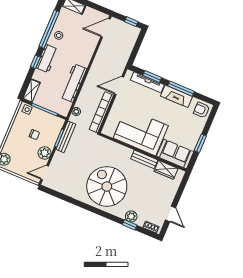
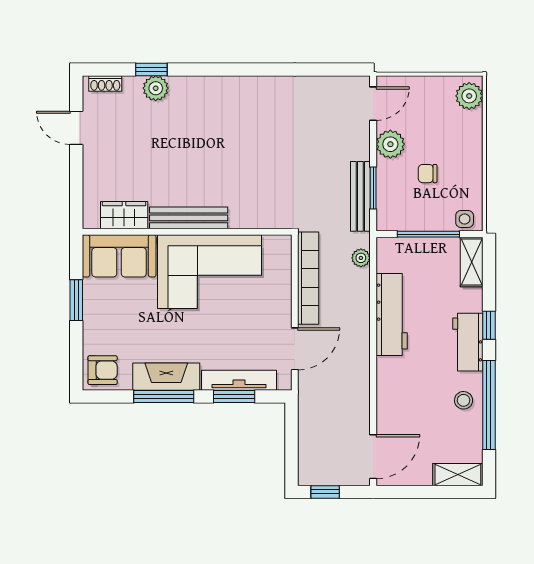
bench: (144, 159) -> (189, 218), width x1.36
spiral stairs: (107, 186) -> (232, 129), removed

